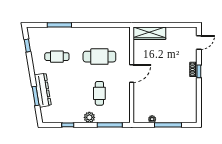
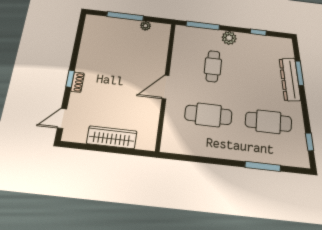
wardrobe: (149, 33) -> (112, 137), moved
cafe table: (57, 57) -> (268, 122), width x1.37, depth x1.35

